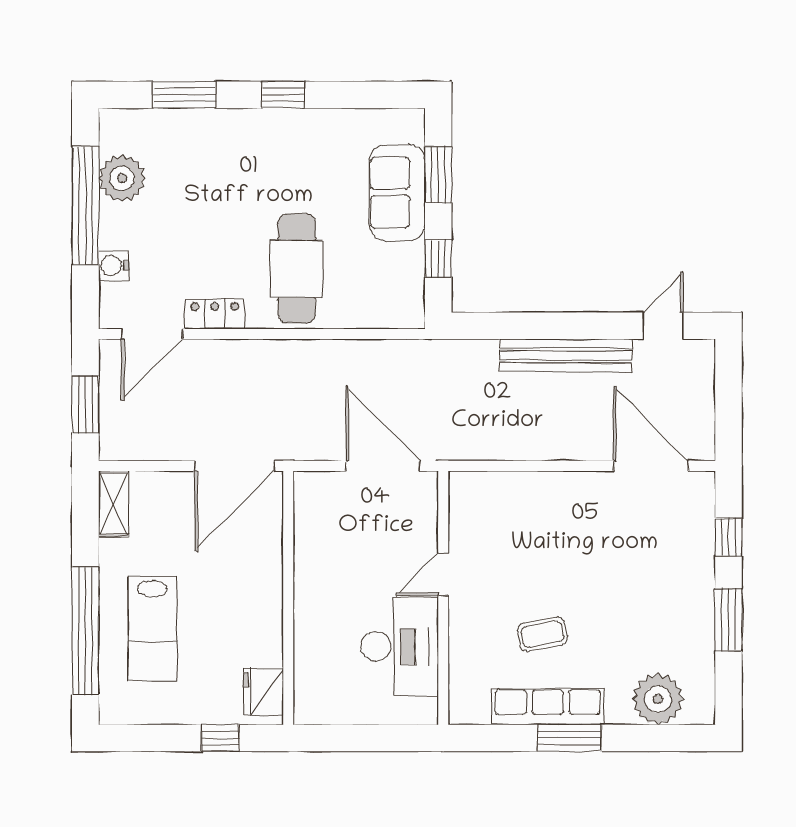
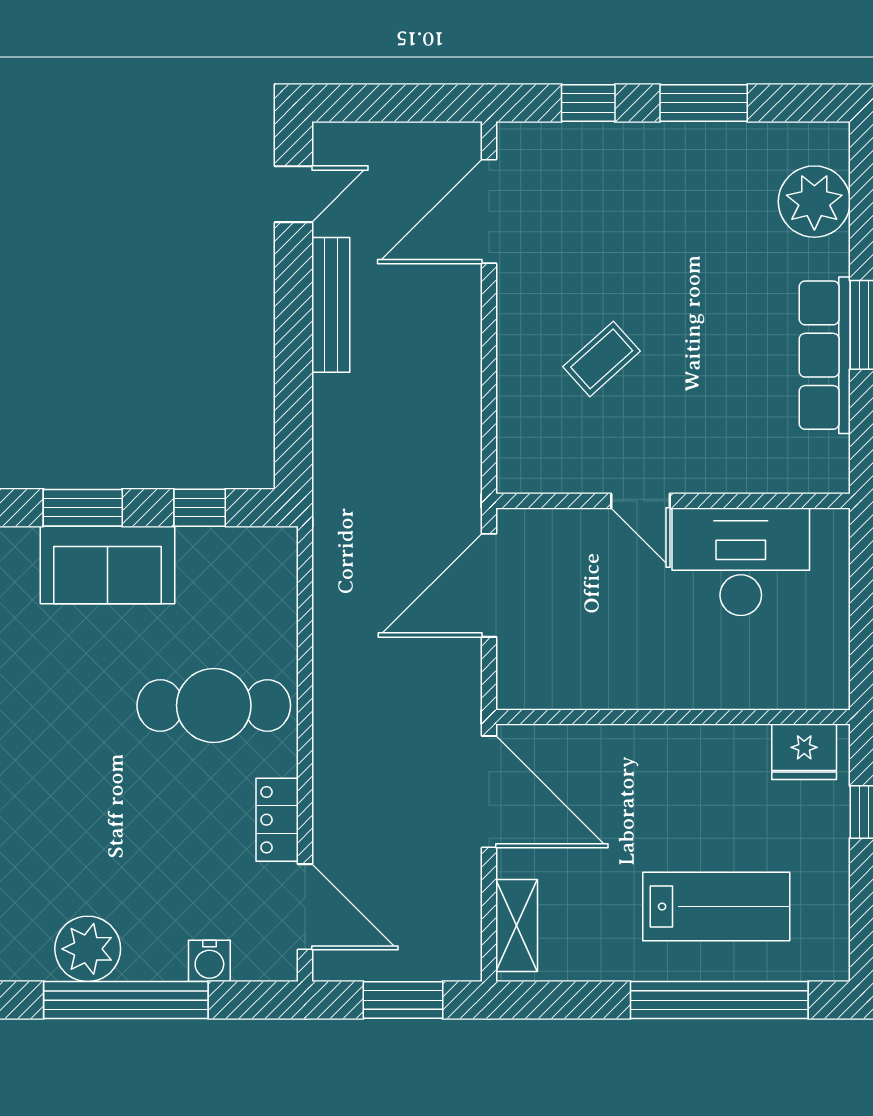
door: (663, 326) -> (293, 194), swing flipped
bench: (566, 355) -> (331, 305), width x0.73, depth x0.82
shelving: (113, 504) -> (517, 926), moved, turned 90
coffee table: (542, 634) -> (602, 359), moved, turned 59

